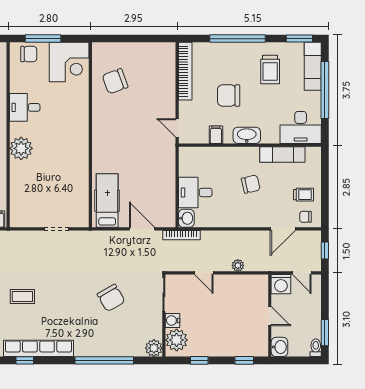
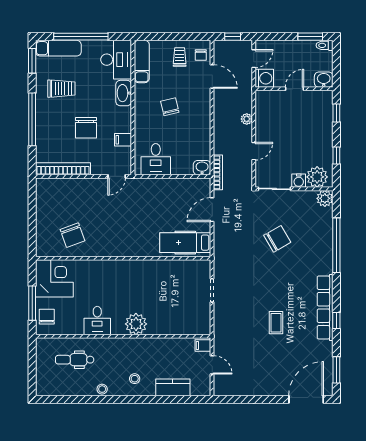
washbasin: (247, 135) -> (124, 93), moved
exam couch: (282, 154) -> (142, 61), moved
desk: (195, 192) -> (156, 159), moved

